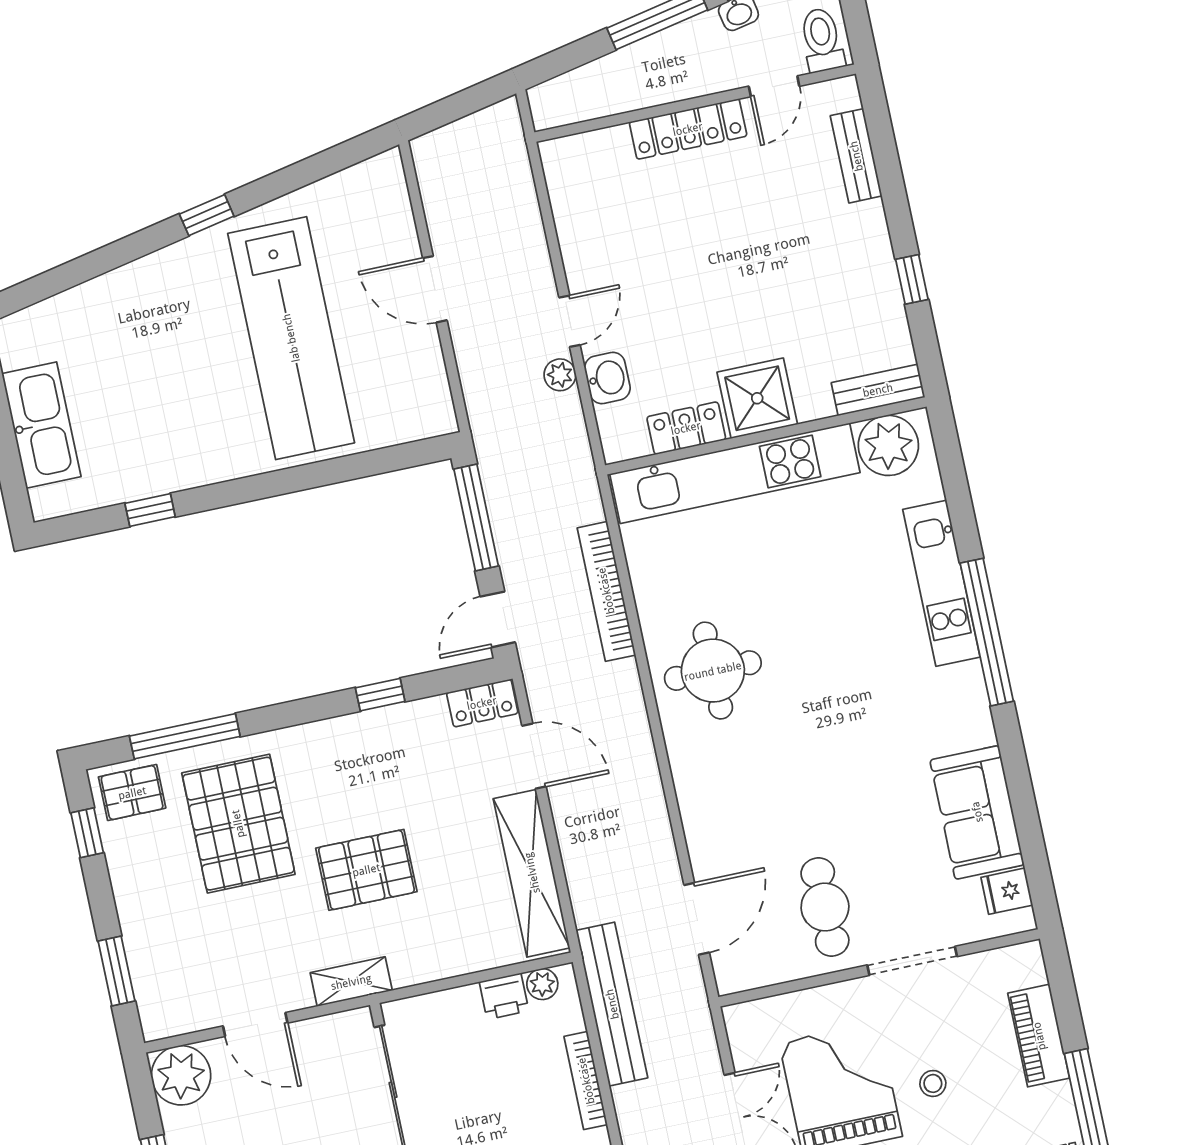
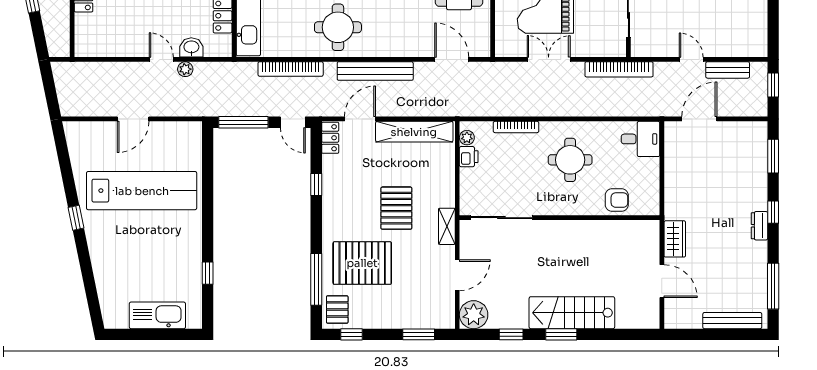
bench: (612, 1004) -> (375, 71), moved

